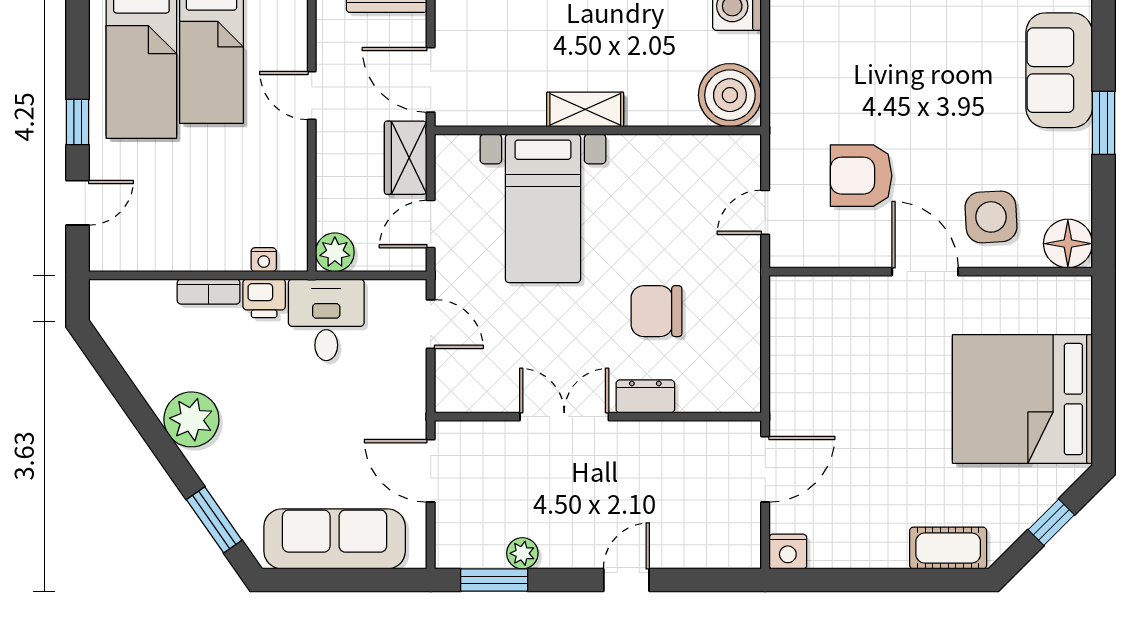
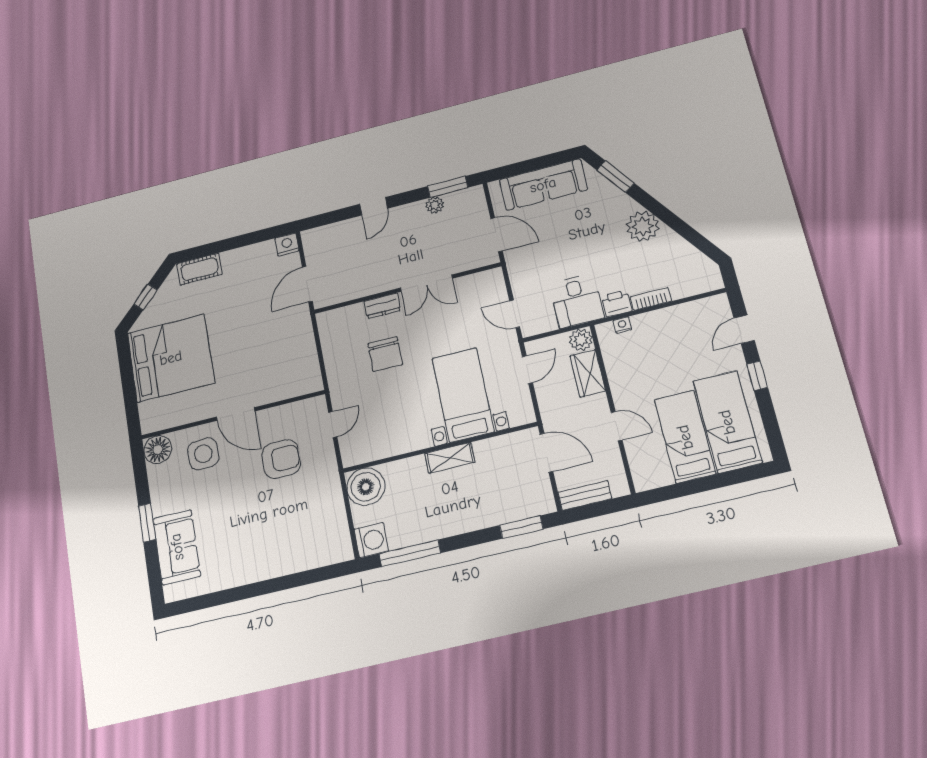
wardrobe: (406, 158) -> (588, 373), moved, turned 180
chair: (656, 311) -> (385, 354), turned 90

